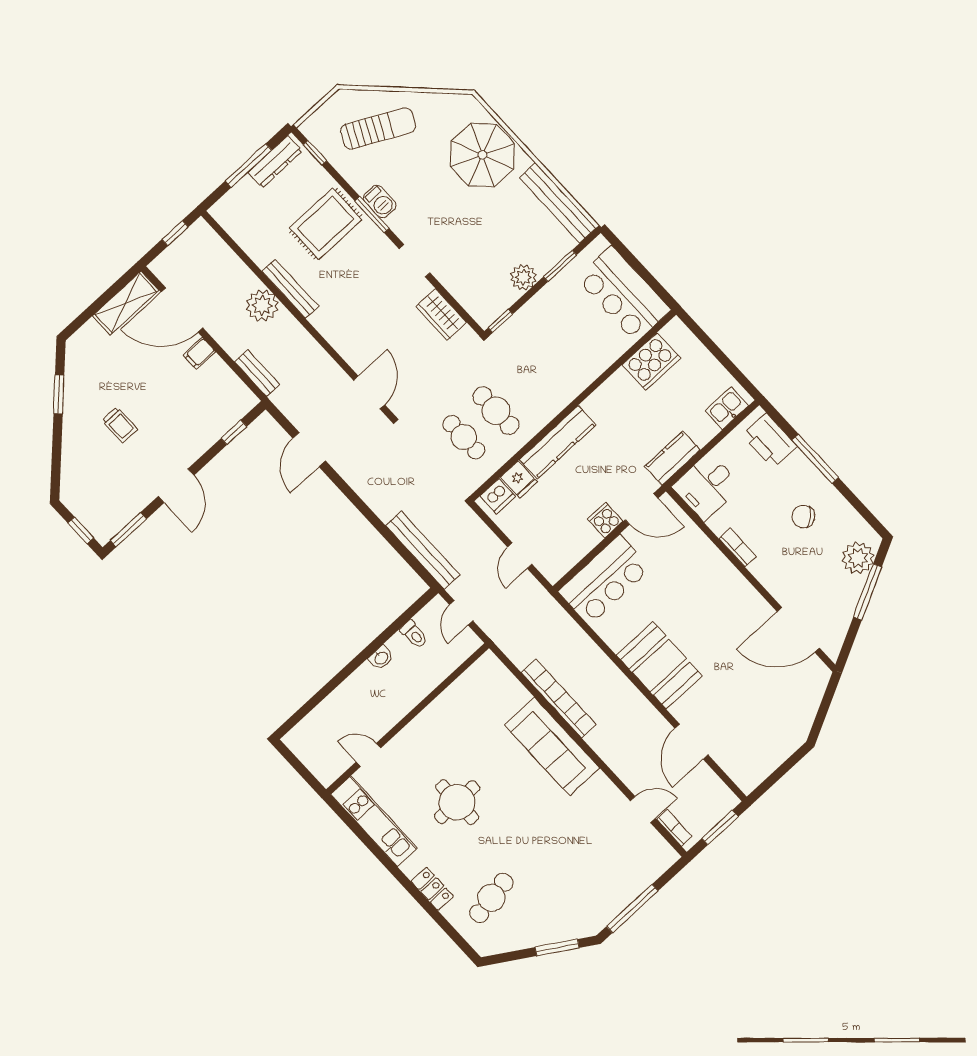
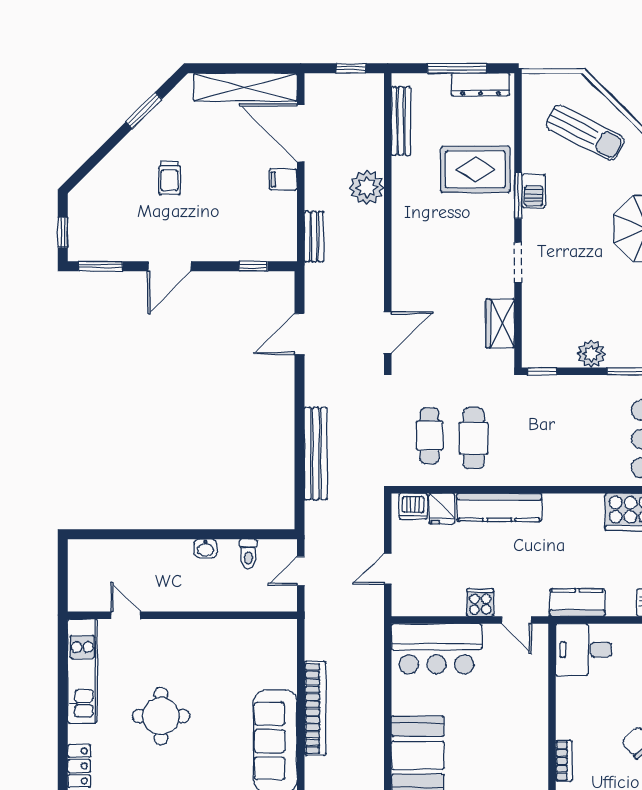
window: (315, 153) -> (518, 106), removed
bench: (290, 289) -> (401, 121), moved
shelving: (126, 303) -> (245, 87), width x1.47
door: (642, 509) -> (516, 620), width x0.73
bookcase: (738, 548) -> (564, 761), moved
bench: (423, 550) -> (316, 454), moved

